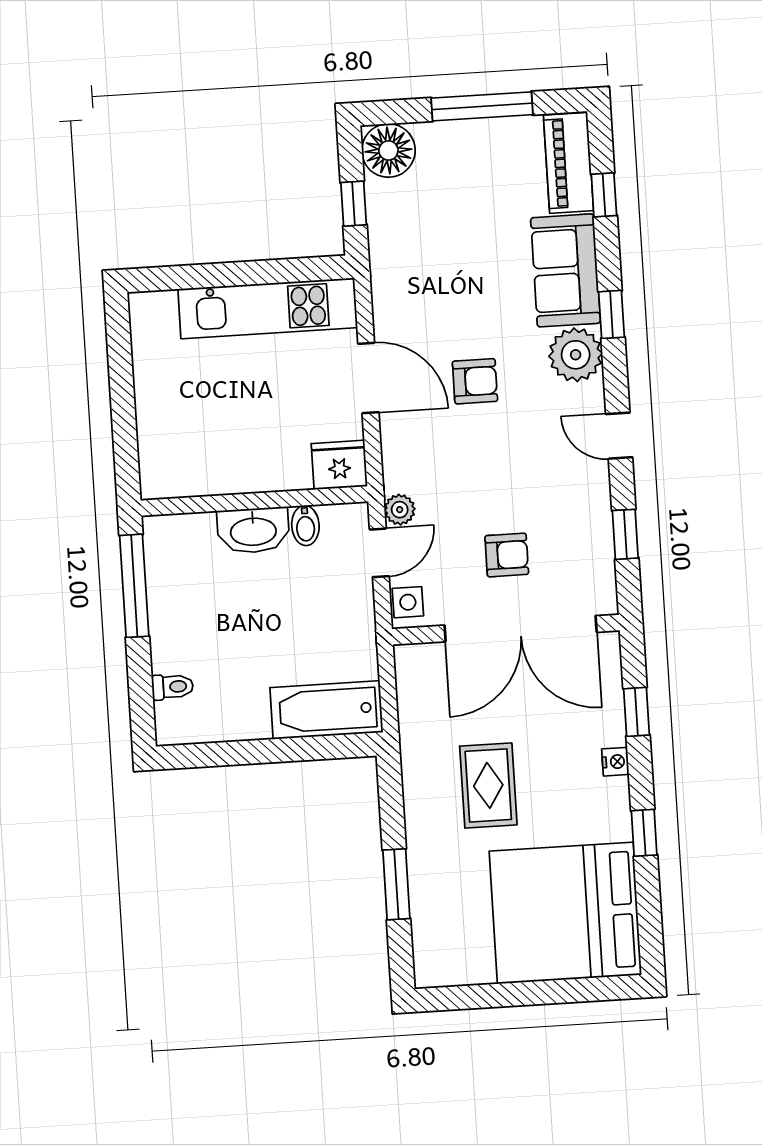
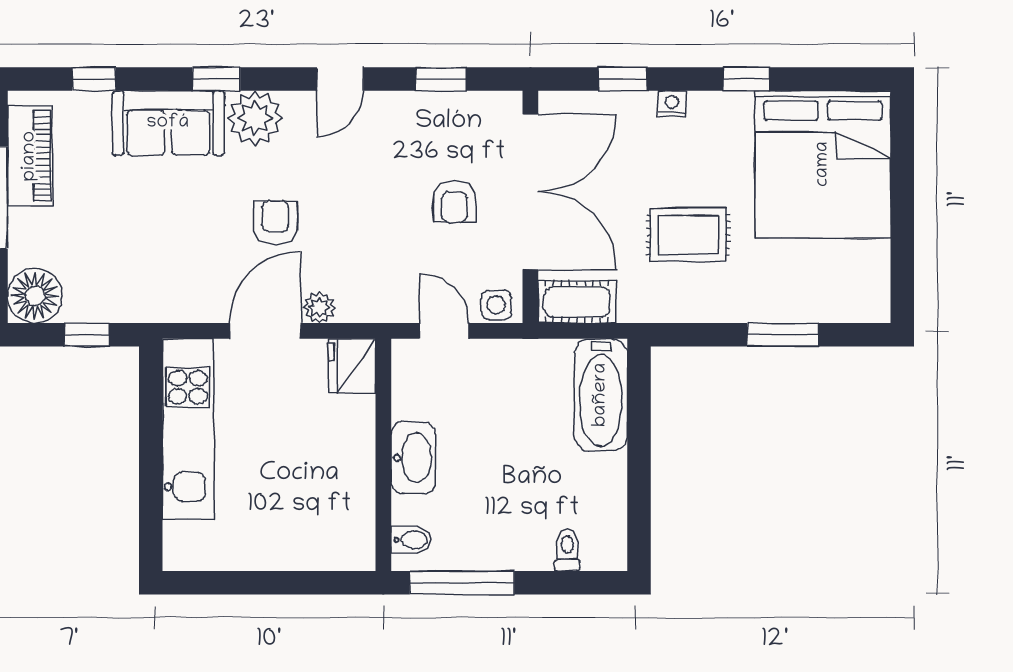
piano: (568, 163) -> (30, 156), moved, turned -90
plant: (400, 510) -> (319, 307), moved
bidet: (305, 526) -> (412, 540), moved
armchair: (507, 555) -> (454, 201), turned 180
cot: (416, 681) -> (577, 302), added

